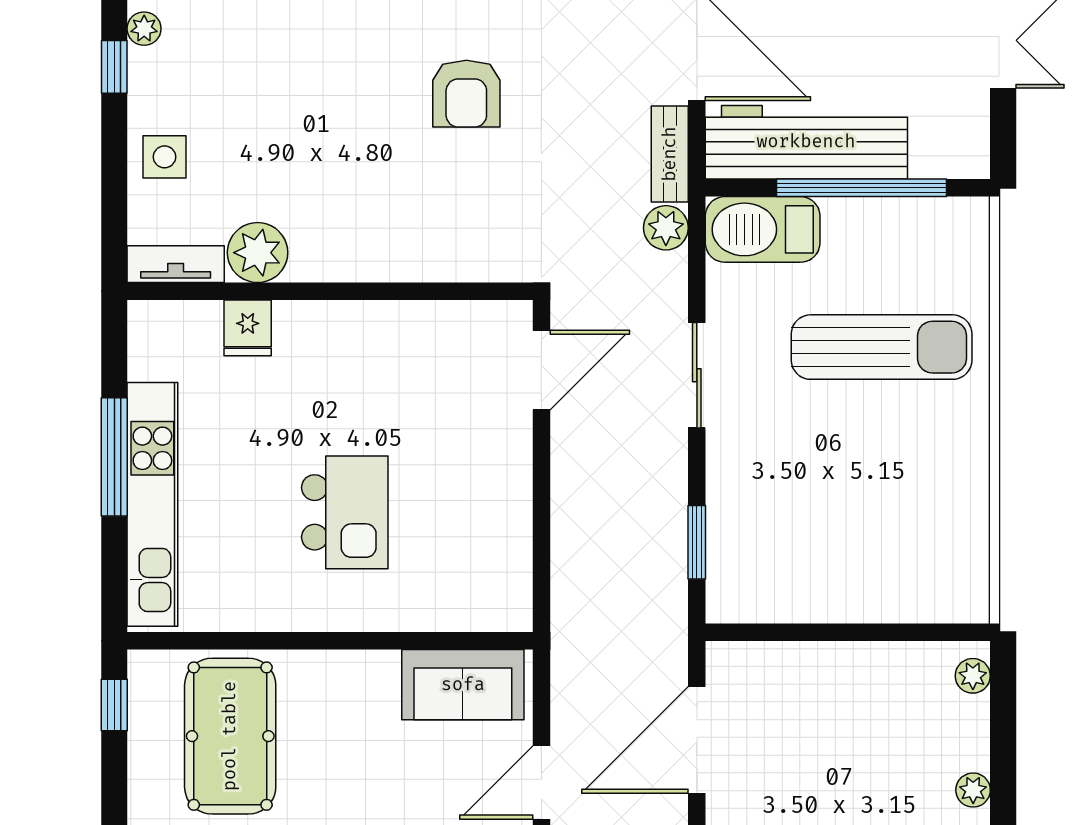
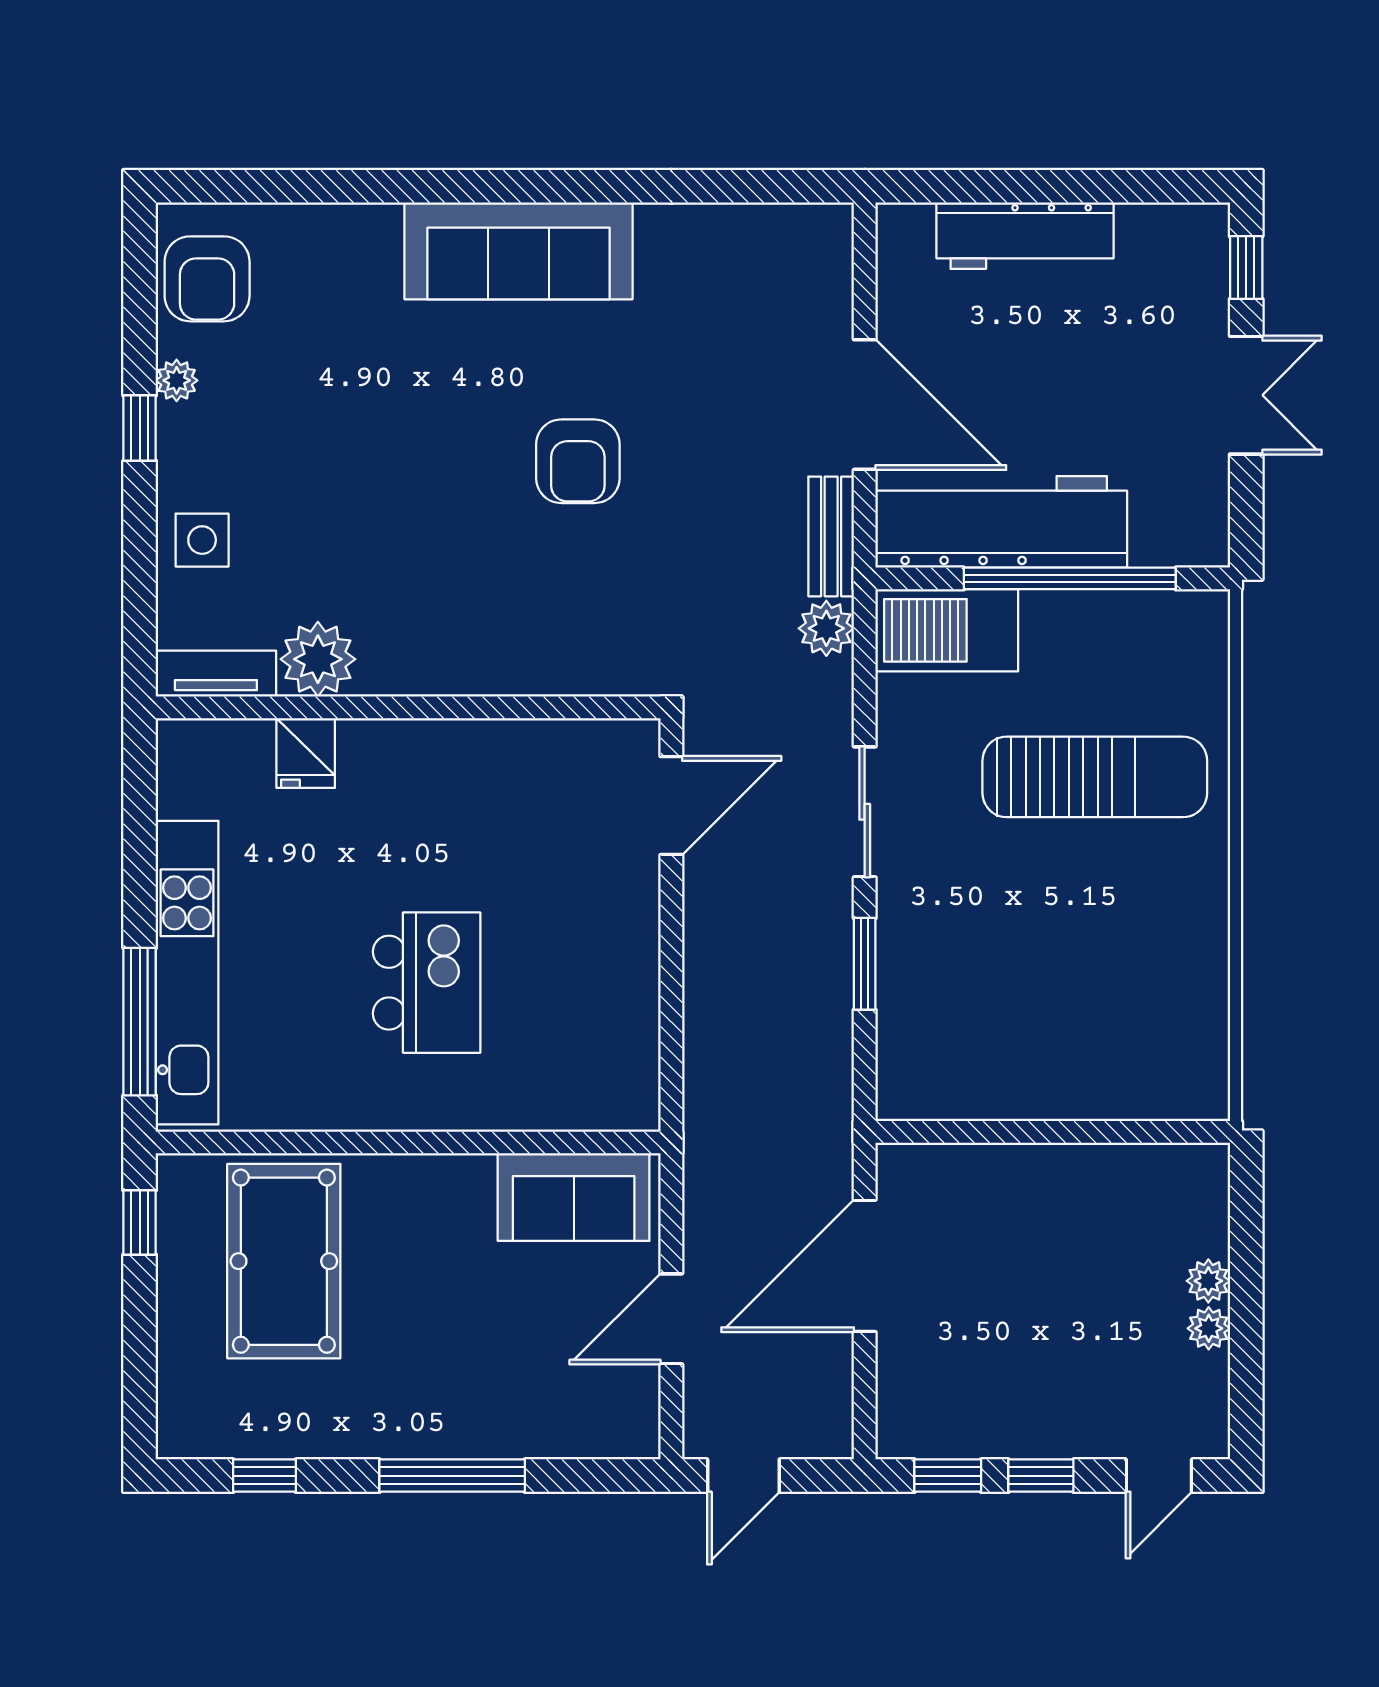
window: (114, 457) -> (140, 1022), moved
window: (697, 542) -> (865, 964), moved
plant: (973, 676) -> (1208, 1281), moved

